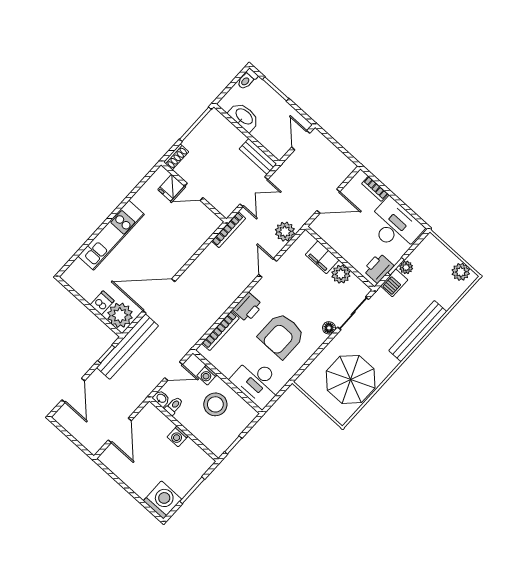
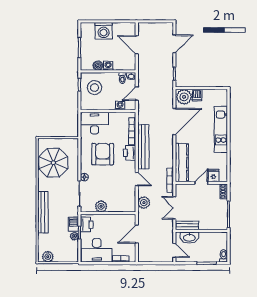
washbasin: (244, 117) -> (189, 238), moved
kitchen counter: (195, 238) -> (182, 163), added
filing cabinet: (322, 257) -> (116, 206), removed
bench: (128, 347) -> (143, 147), moved
door: (73, 390) -> (174, 44), swing flipped
stool: (215, 404) -> (94, 88), moved
boiler: (190, 448) -> (98, 66), added
washing machine: (162, 500) -> (104, 31), moved

